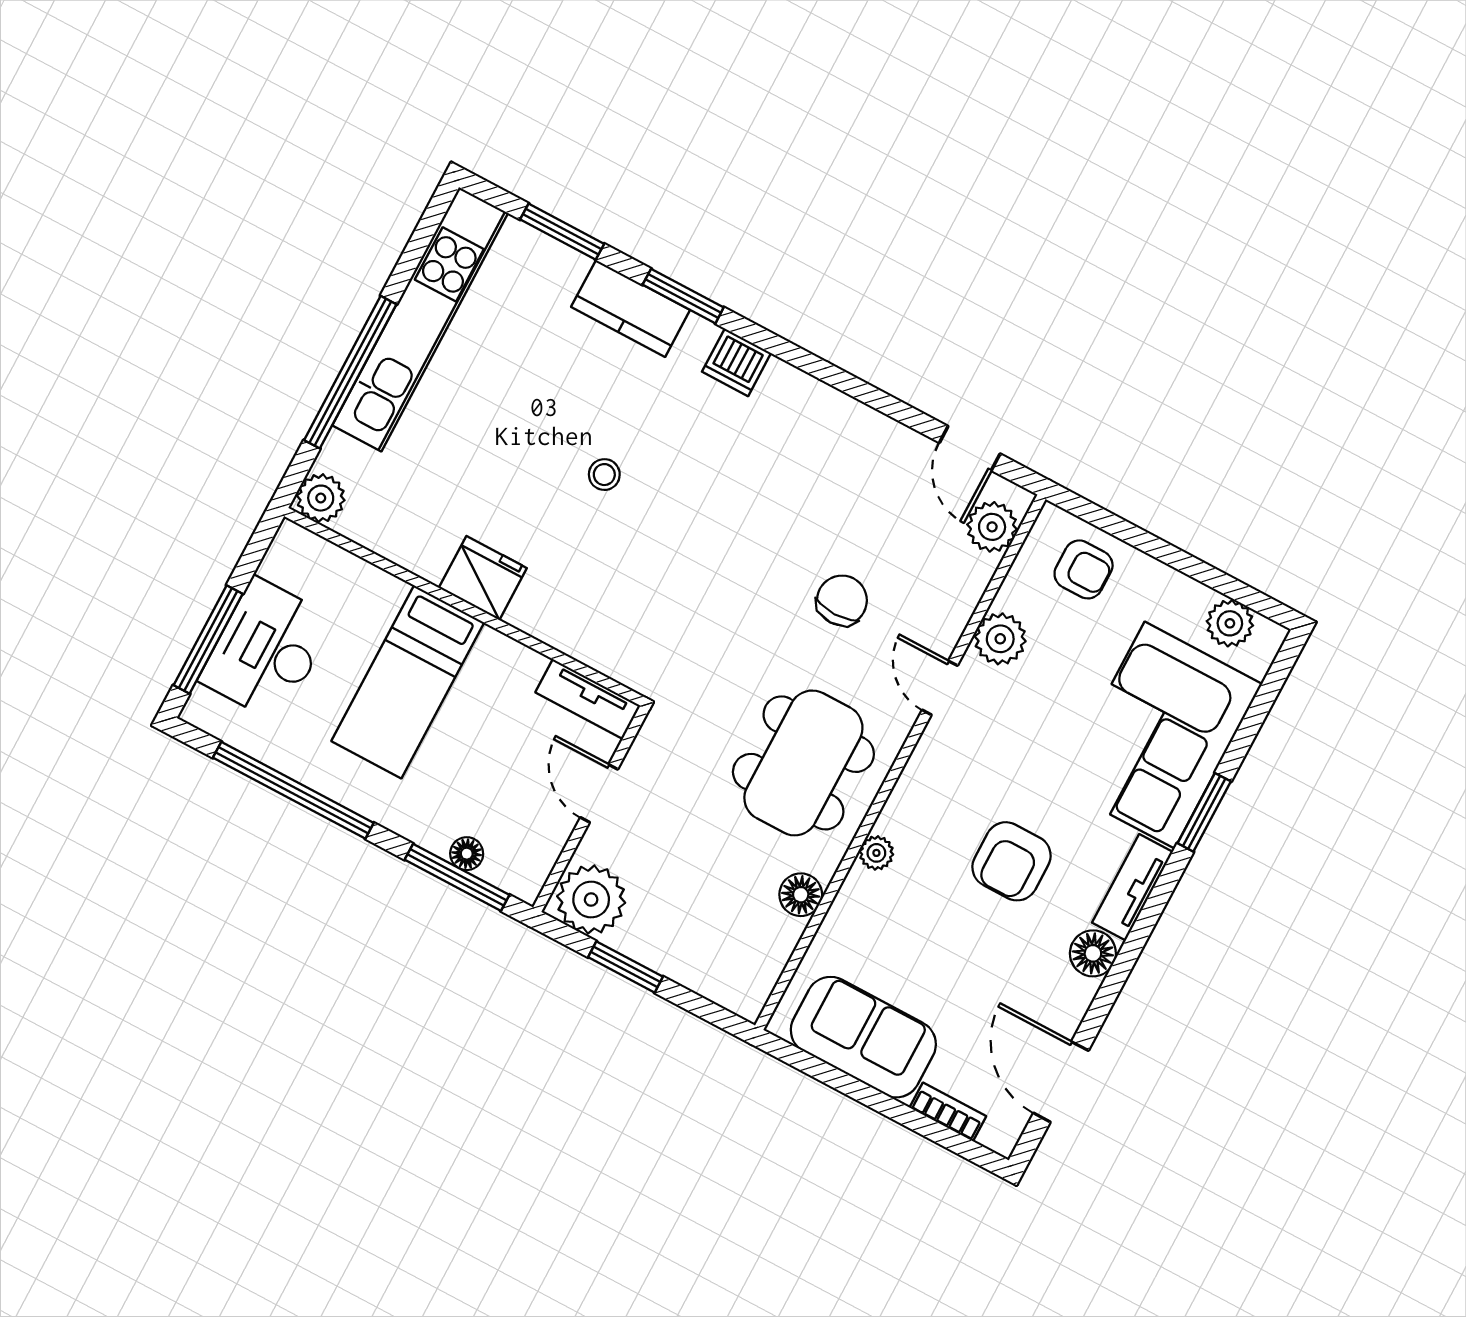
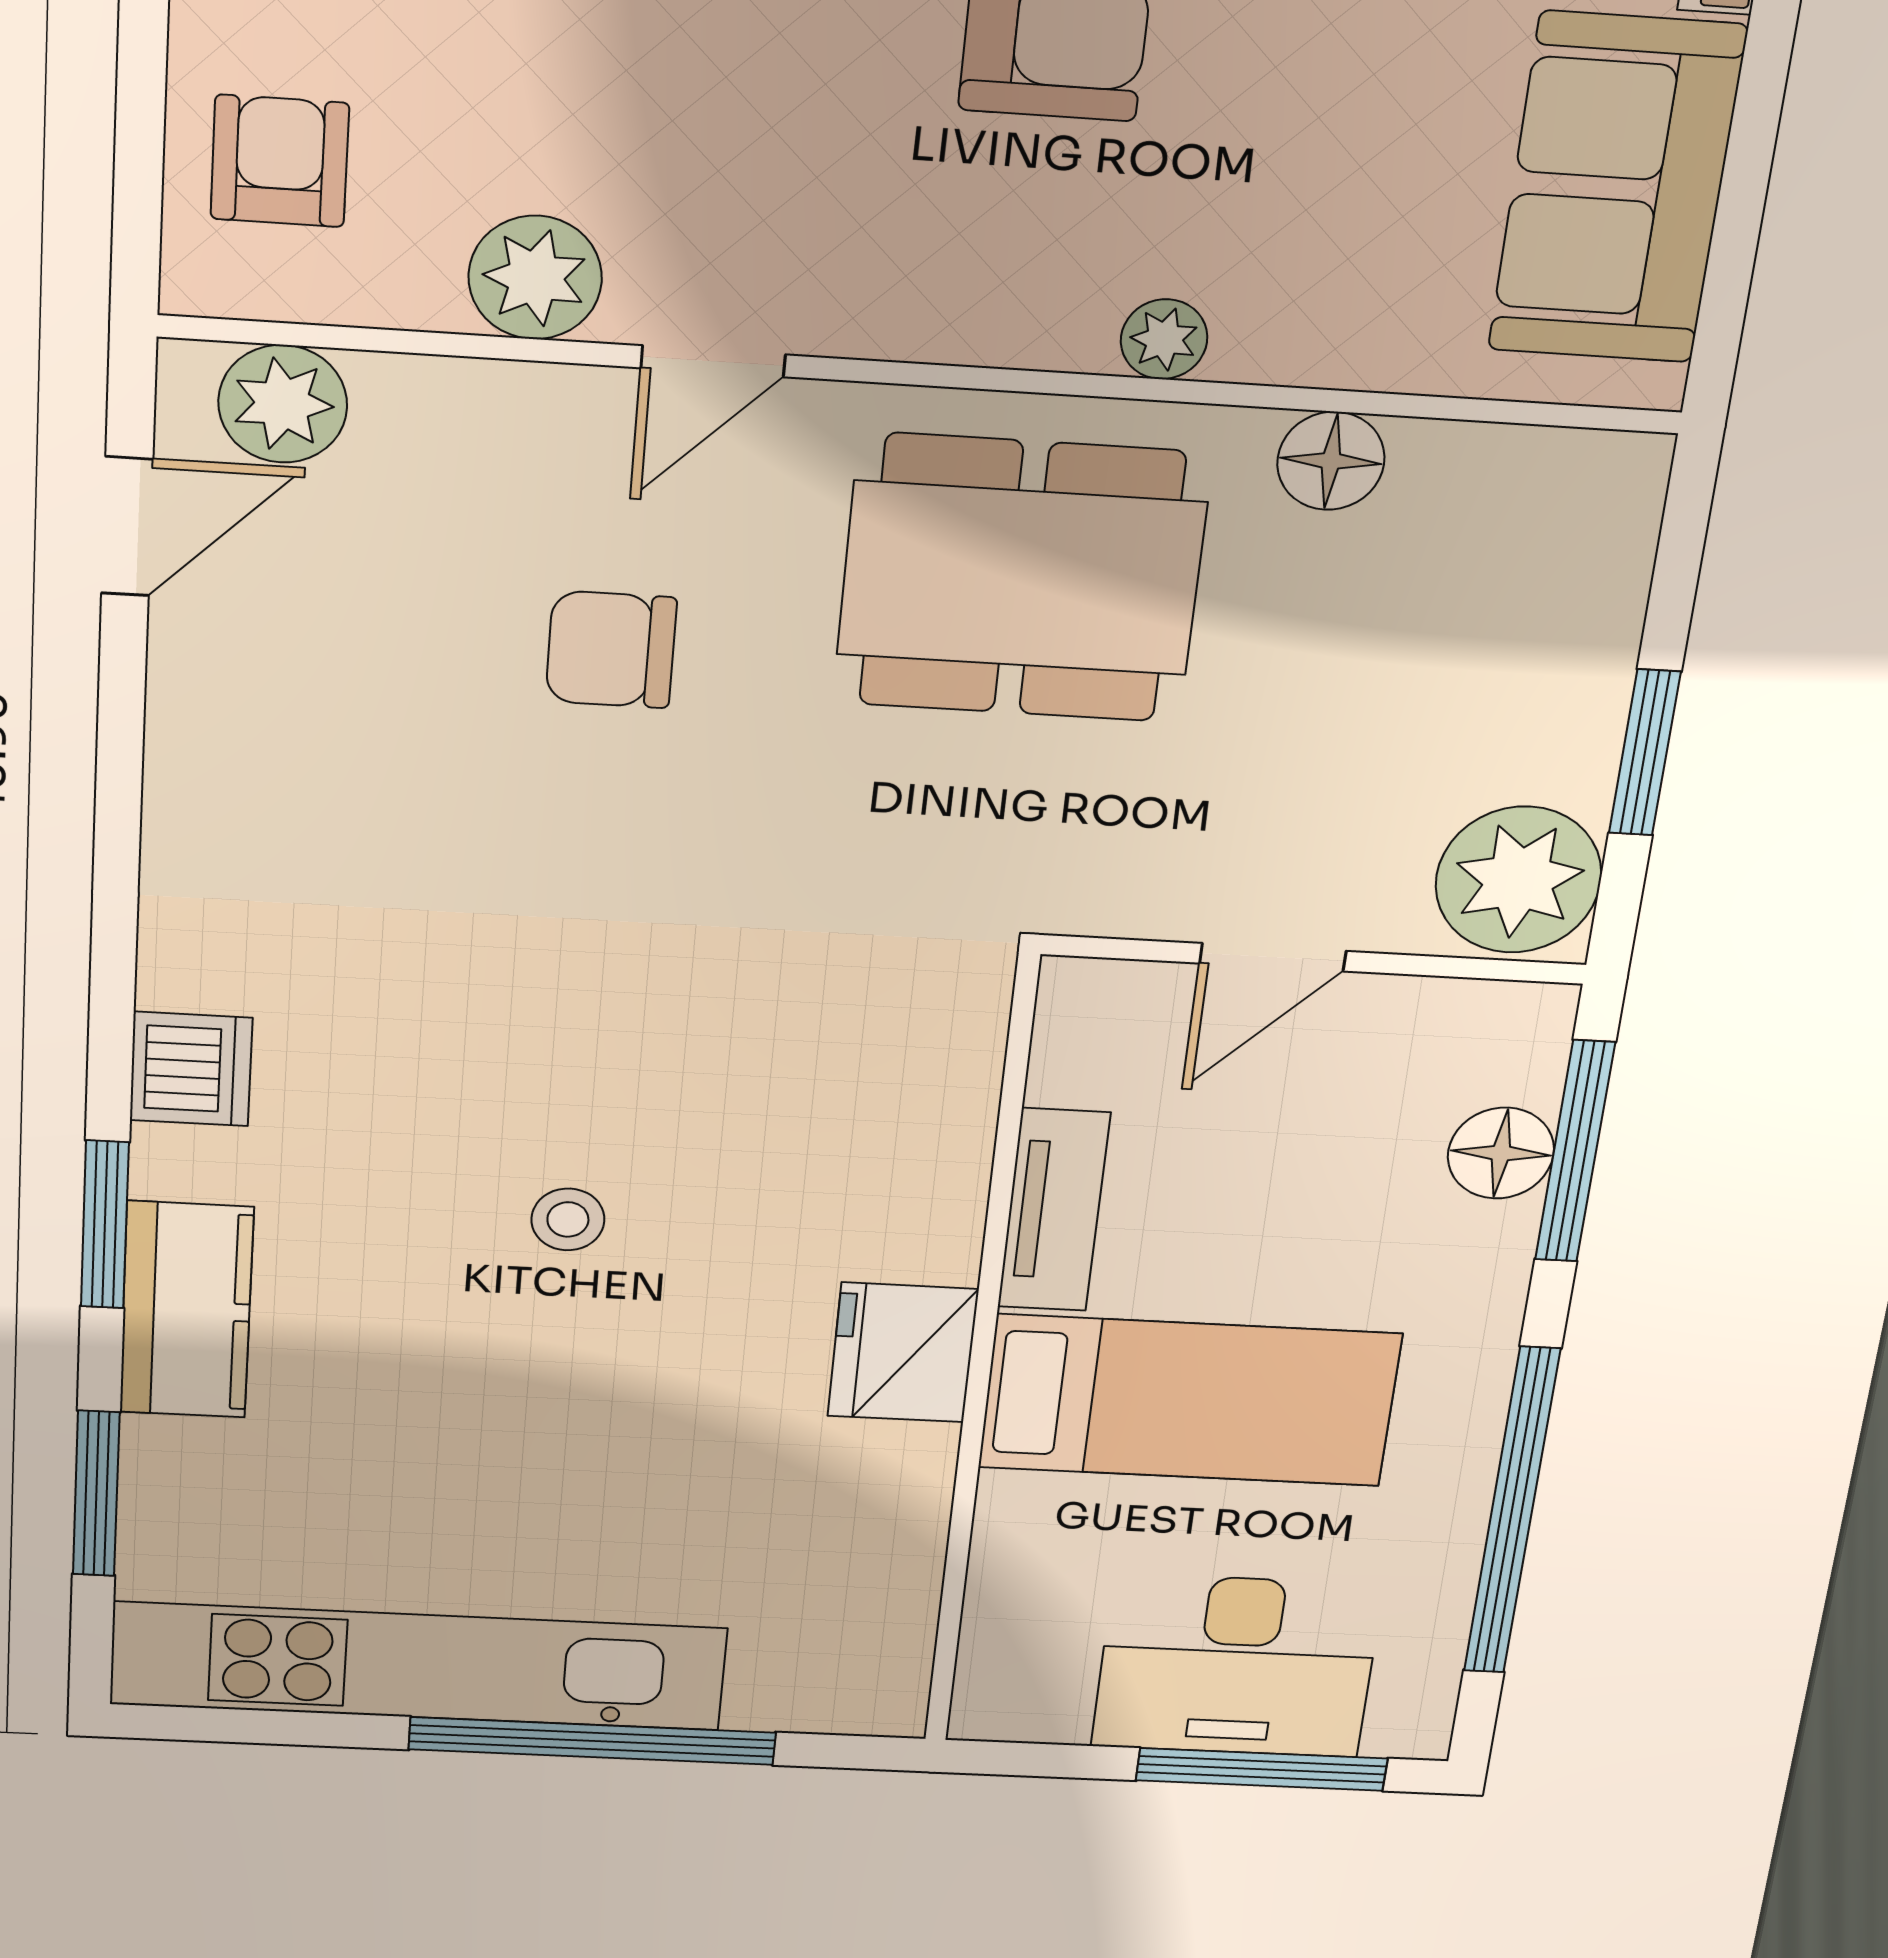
plant: (321, 498) -> (877, 1693), removed
tv unit: (588, 699) -> (1054, 1210), moved
floor lamp: (467, 854) -> (1501, 1153), width x1.37, depth x1.37

